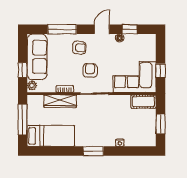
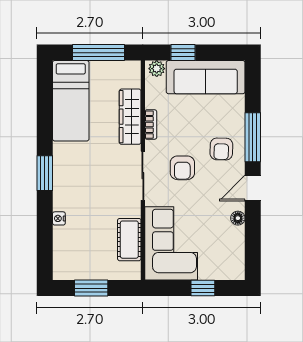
window: (62, 29) -> (253, 137), moved
door: (102, 29) -> (253, 188), swing flipped
window: (130, 29) -> (253, 235), removed
armchair: (90, 70) -> (182, 168), turned 90
window: (161, 71) -> (203, 288), moved
cot: (143, 102) -> (129, 240), moved

